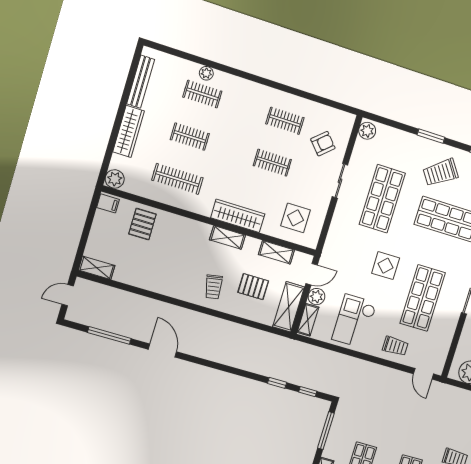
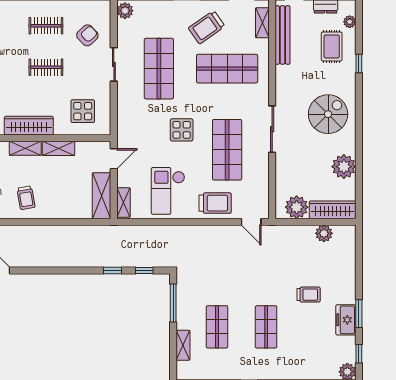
shelving: (276, 252) -> (59, 148), moved
pallet: (253, 287) -> (63, 187), removed
plant: (317, 297) -> (125, 178), removed
trolley: (395, 346) -> (215, 203), width x1.36, depth x1.39

